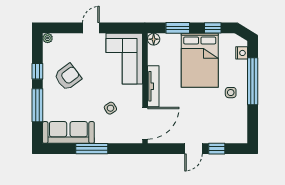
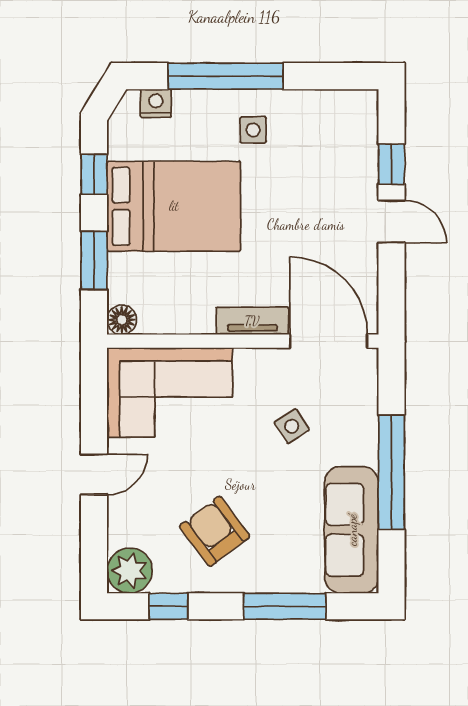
door: (91, 28) -> (94, 474), swing flipped
plant: (48, 38) -> (130, 571), width x1.88, depth x1.88
window: (37, 71) -> (168, 606), moved
tv unit: (153, 86) -> (252, 321), width x0.71
window: (92, 149) -> (391, 472), width x1.46

